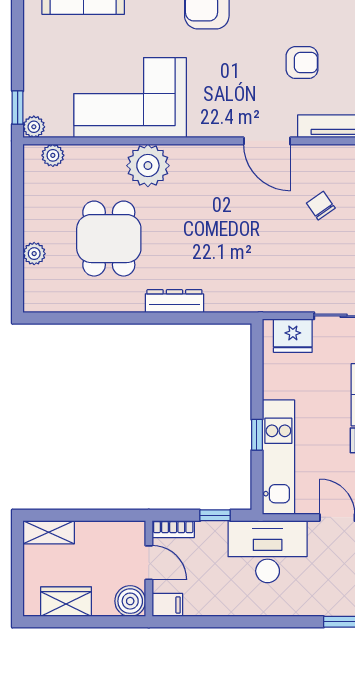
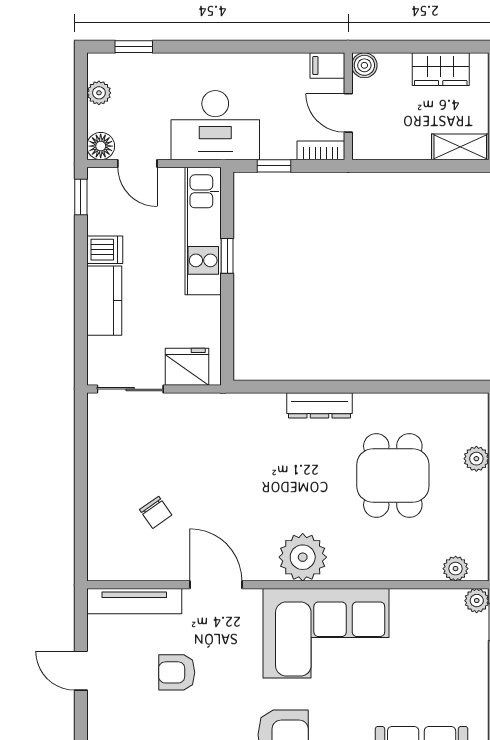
corner sofa: (130, 98) -> (326, 633), moved
plant: (148, 166) -> (303, 557), moved
boiler: (130, 601) -> (364, 65), width x0.73, depth x0.73

